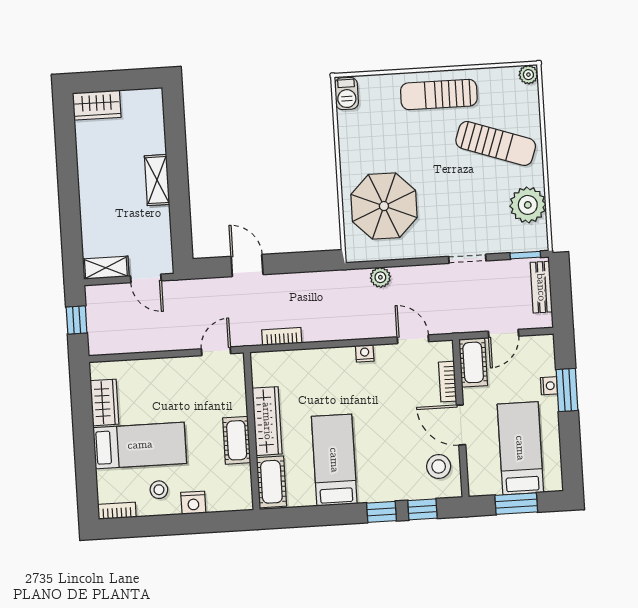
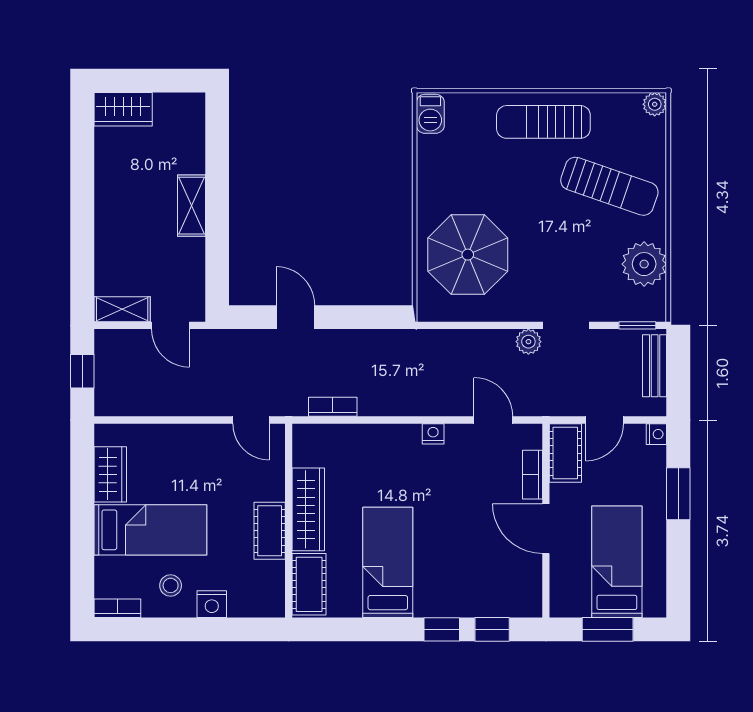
plant: (380, 277) -> (528, 342), moved
door: (216, 351) -> (251, 420), swing flipped
nightstand: (549, 386) -> (656, 434), moved
stool: (439, 466) -> (515, 578), removed

